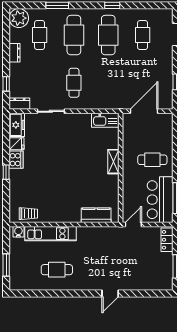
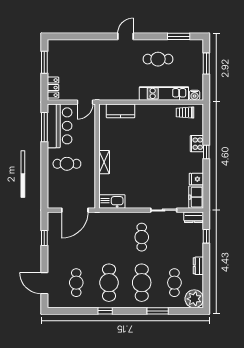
cooker: (16, 160) -> (197, 144), moved
window: (35, 293) -> (179, 36), added
door: (110, 293) -> (126, 36), moved

